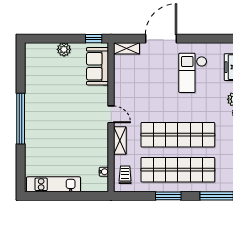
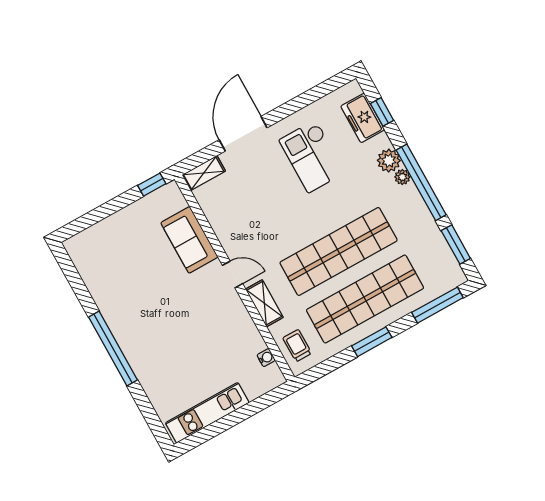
plant: (64, 49) -> (120, 222), removed
sofa: (98, 66) -> (189, 240), moved

